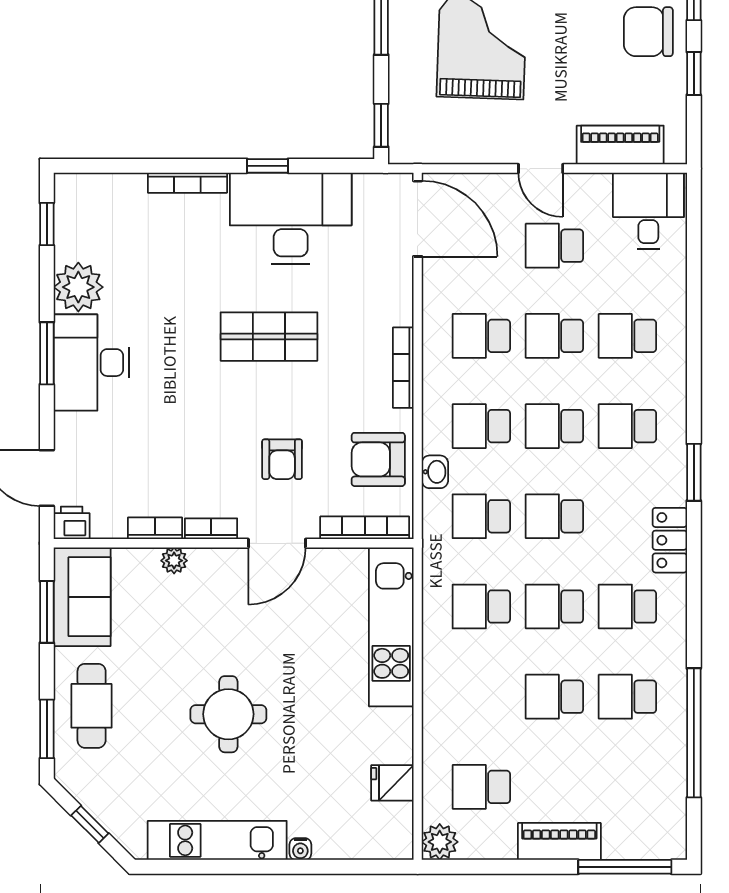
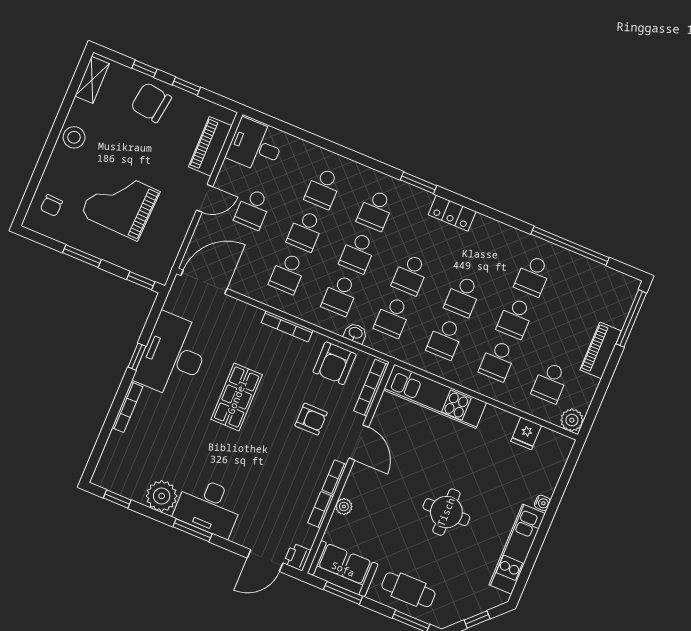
chair: (648, 32) -> (151, 103), turned 98
school desk: (627, 606) -> (498, 361), moved

